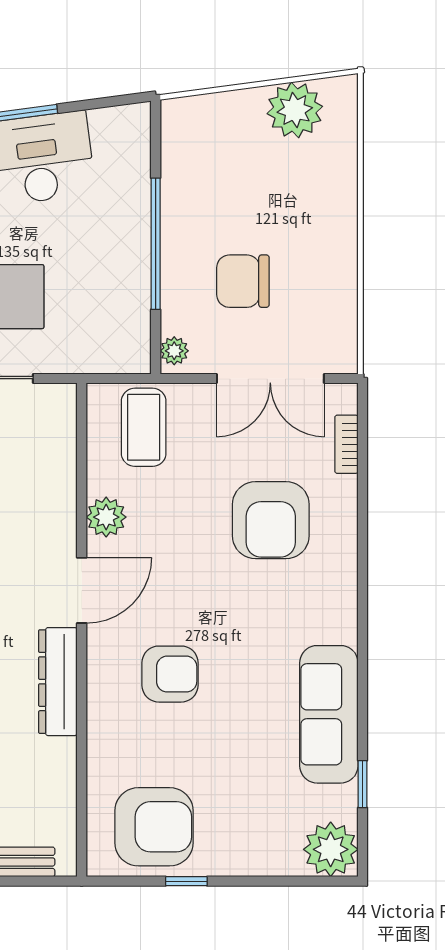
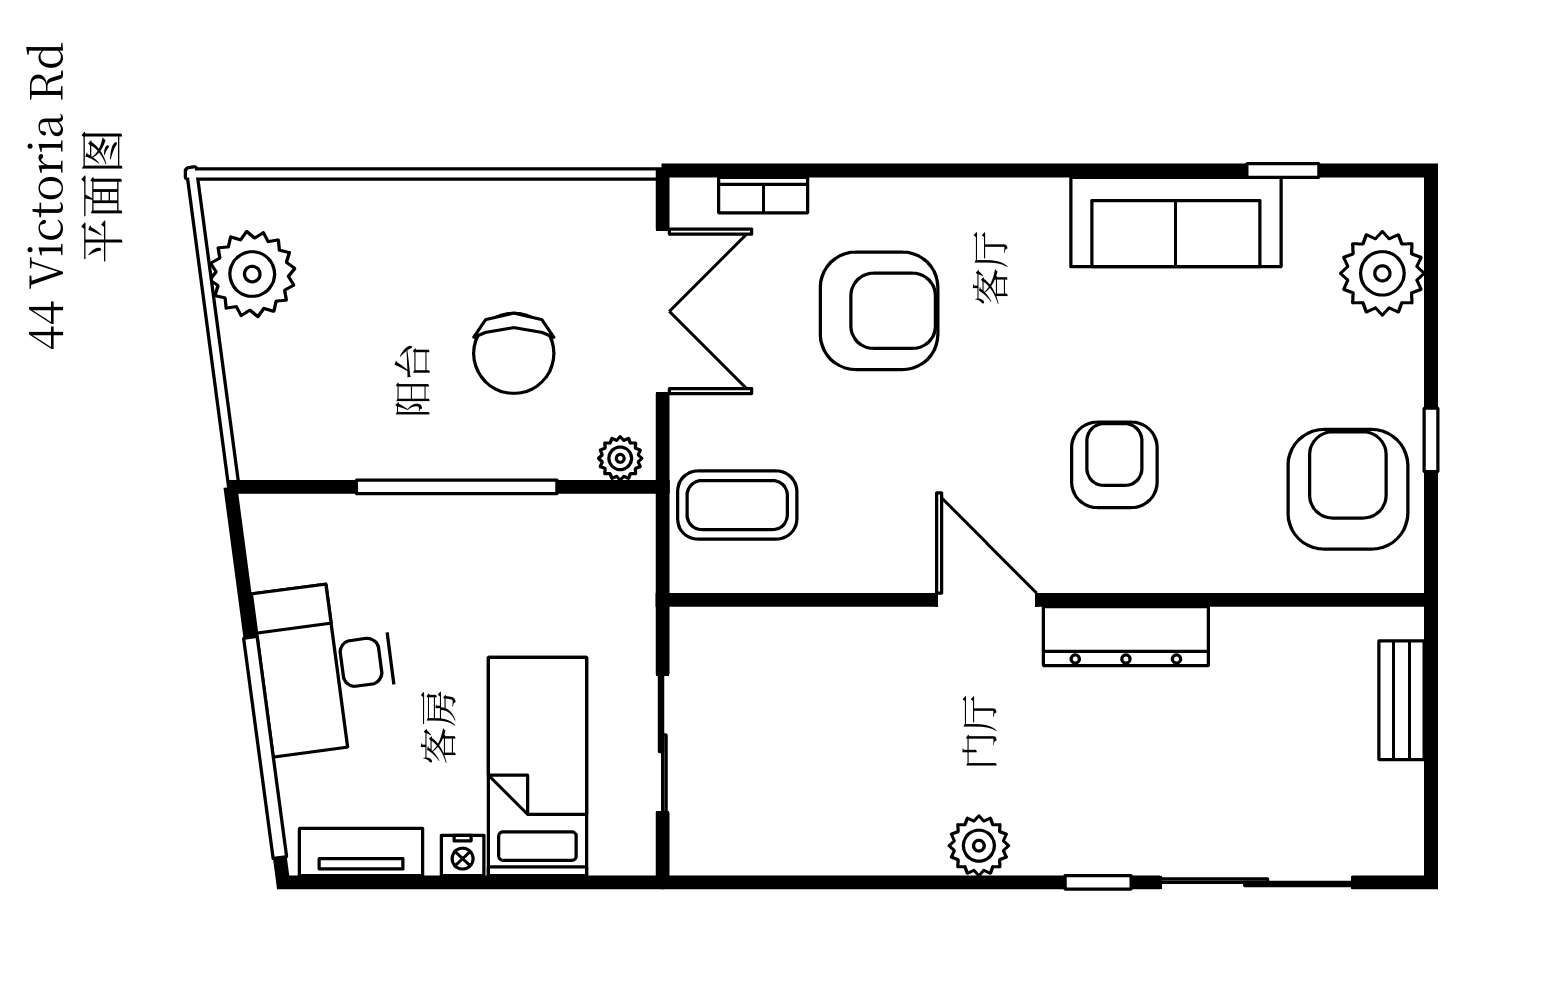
plant: (106, 517) -> (874, 562), removed
plant: (331, 849) -> (1382, 273), moved

